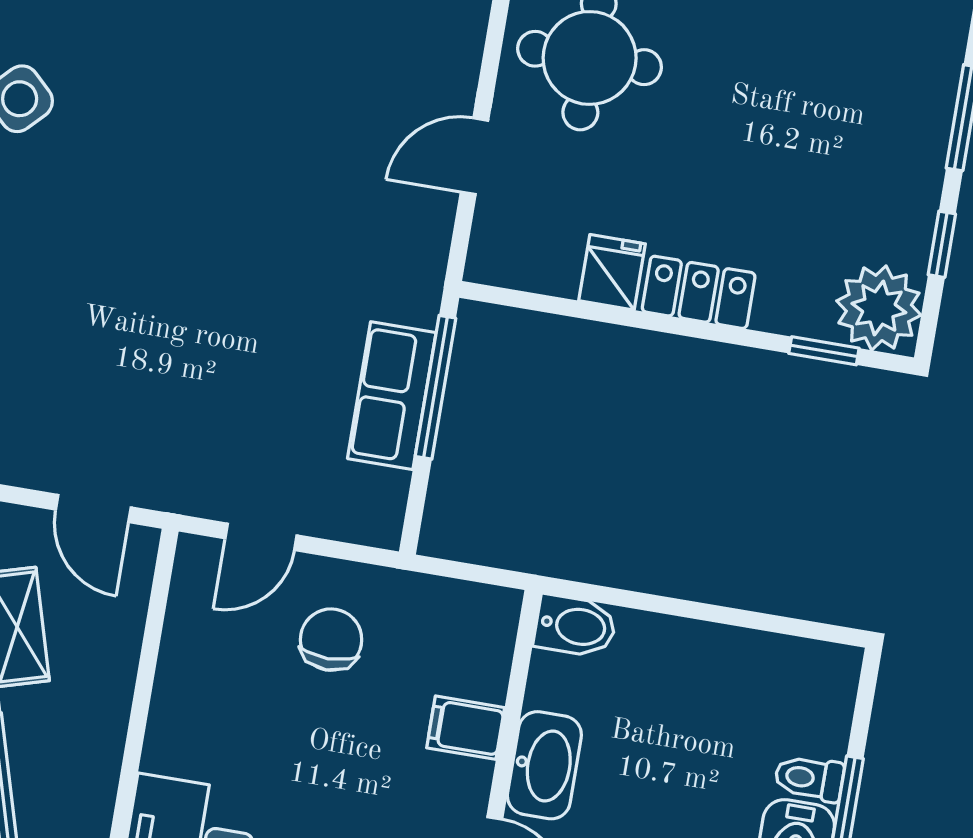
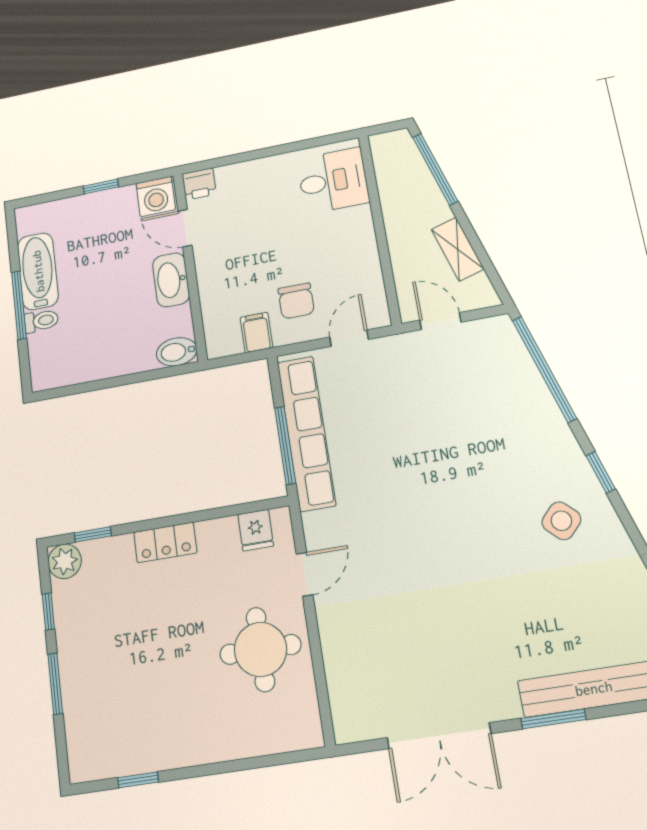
fridge: (612, 272) -> (256, 530), moved
plant: (879, 308) -> (65, 561), width x0.73, depth x0.73
row of seats: (392, 396) -> (306, 433), width x2.02
filing cabinet: (466, 728) -> (256, 332), moved, turned -90

